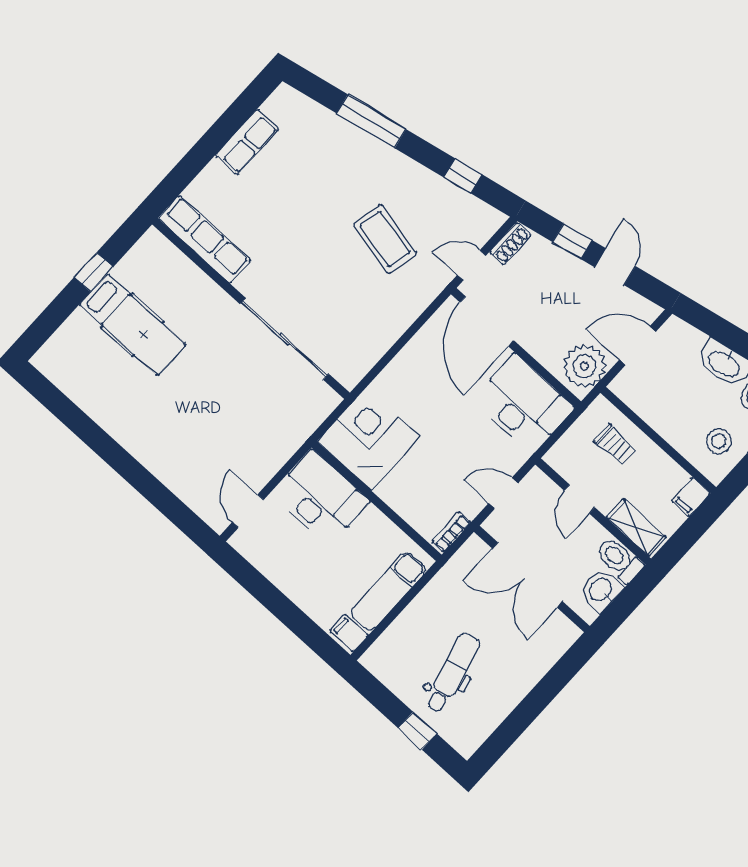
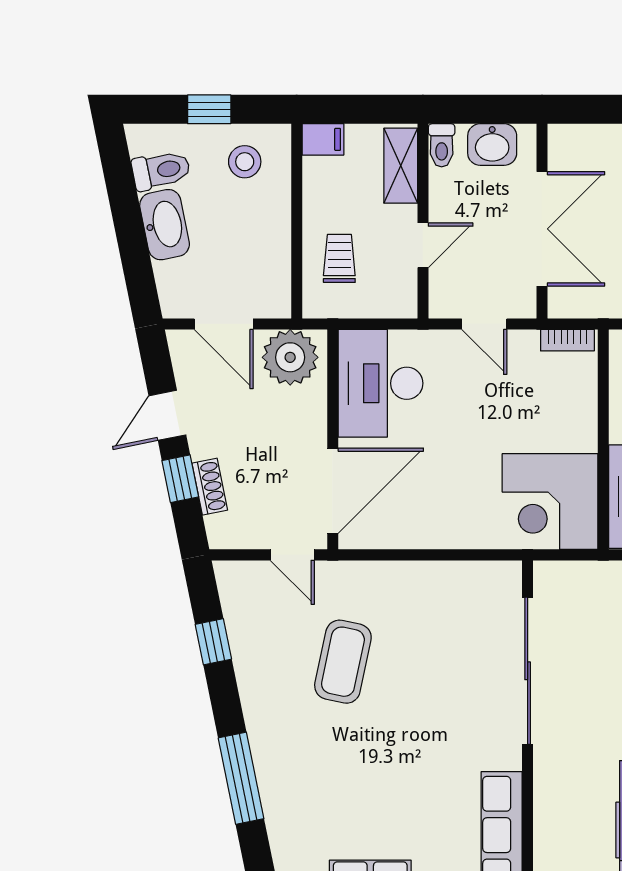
shoe rack: (510, 243) -> (210, 487), moved, turned 79
toilet: (619, 560) -> (442, 145), width x0.73, depth x0.72

